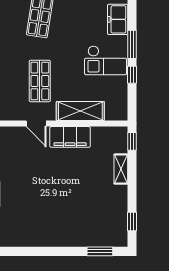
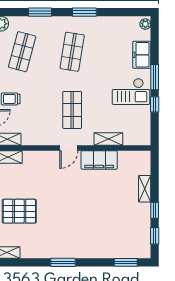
shelving: (80, 111) -> (108, 139), width x0.67, depth x0.75
door: (36, 124) -> (69, 148), hinge flipped
window: (132, 141) -> (155, 210), moved
window: (30, 251) -> (63, 262), added

